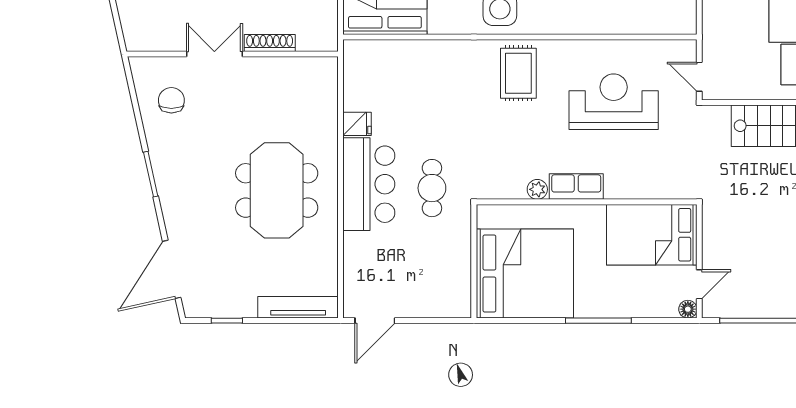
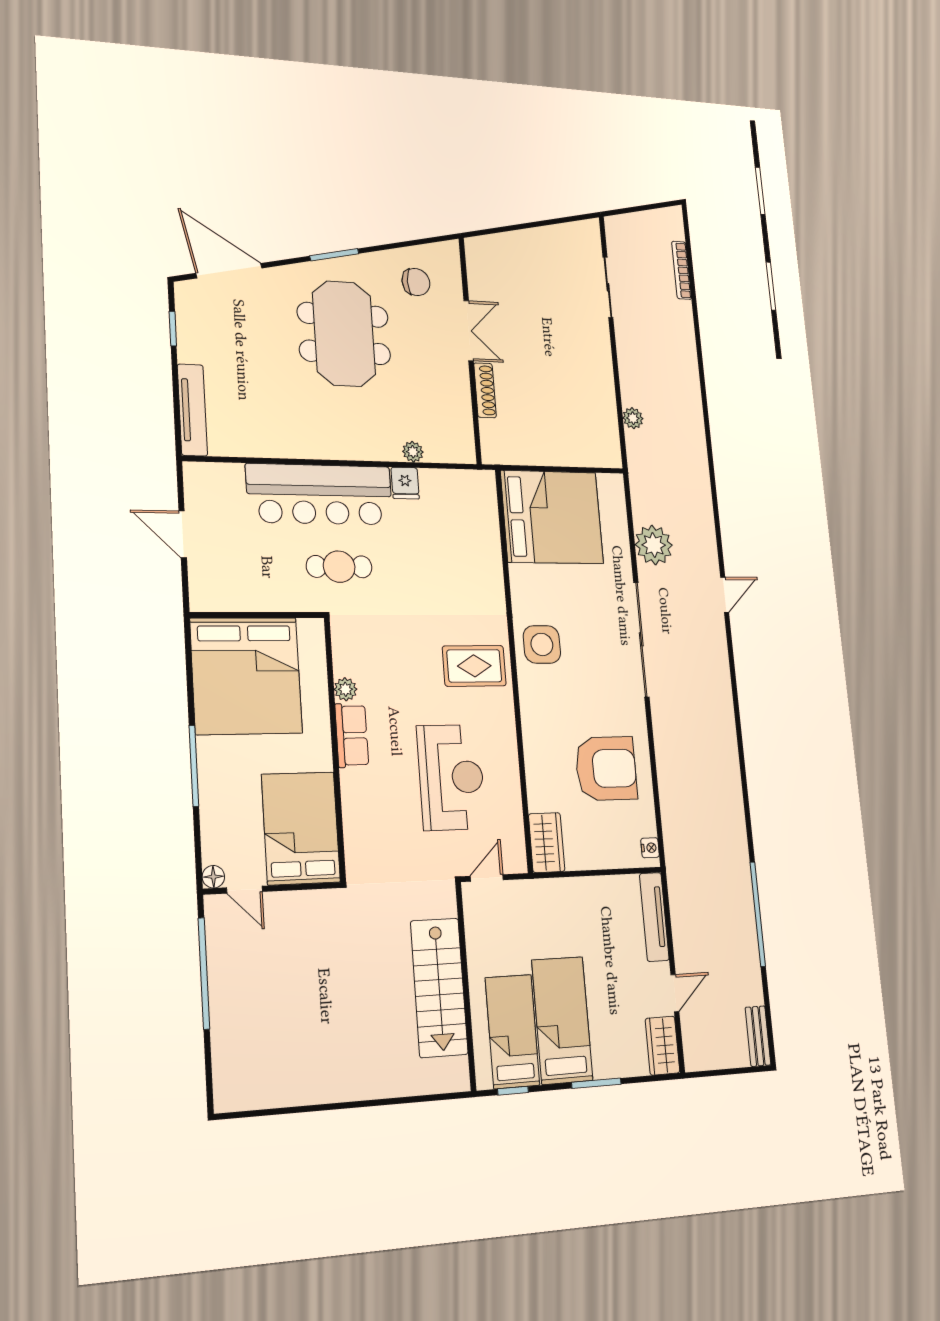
wardrobe: (672, 20) -> (547, 843), added
plant: (329, 115) -> (413, 452), added
bar counter: (369, 184) -> (320, 494), width x1.36
meeting table: (277, 190) -> (344, 334), moved, turned 90
door: (375, 321) -> (183, 534), moved

